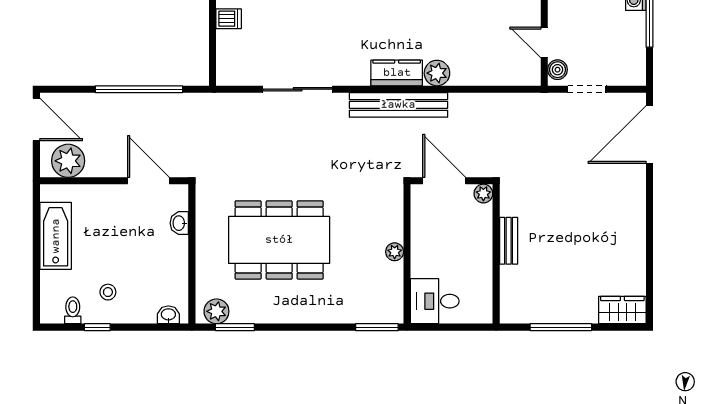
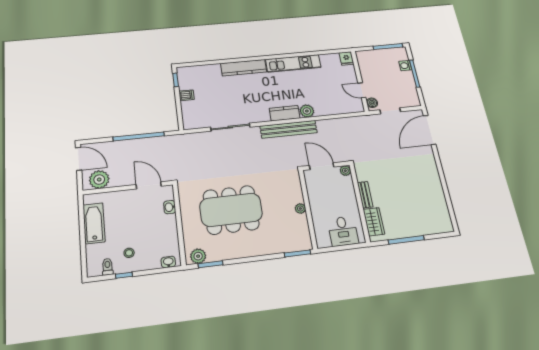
desk: (435, 301) -> (343, 231), moved, turned -90
wardrobe: (622, 310) -> (374, 222), moved, turned 90

